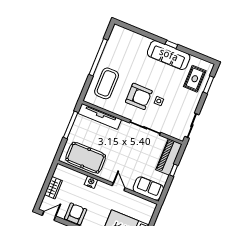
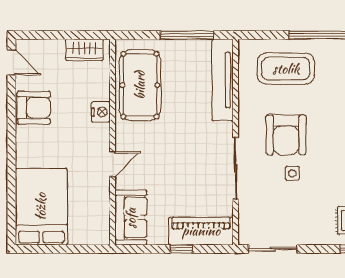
wardrobe: (53, 188) -> (84, 50), moved

